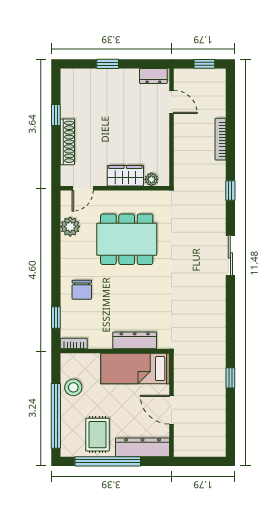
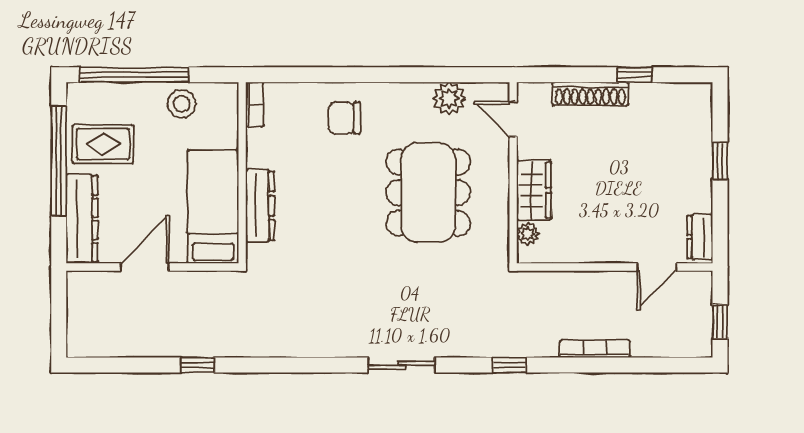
window: (56, 317) -> (298, 75), removed

